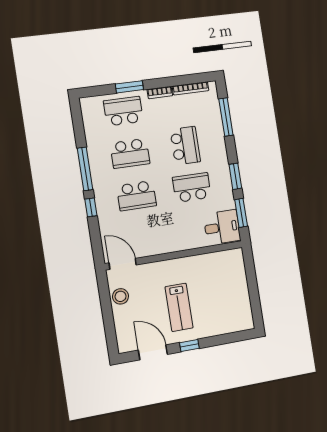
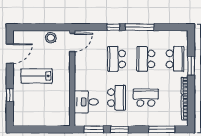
school desk: (185, 146) -> (146, 98), turned 180
desk: (222, 227) -> (86, 102), moved, turned 90
window: (189, 345) -> (10, 95), moved

